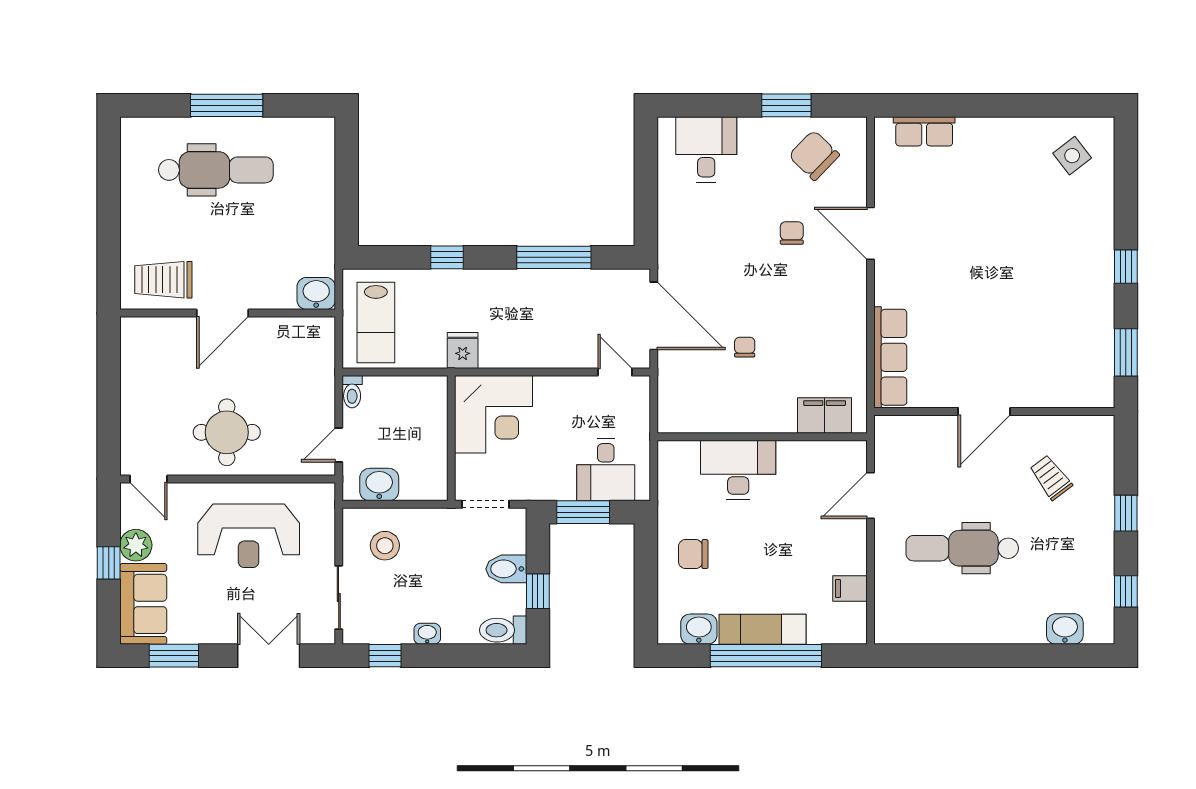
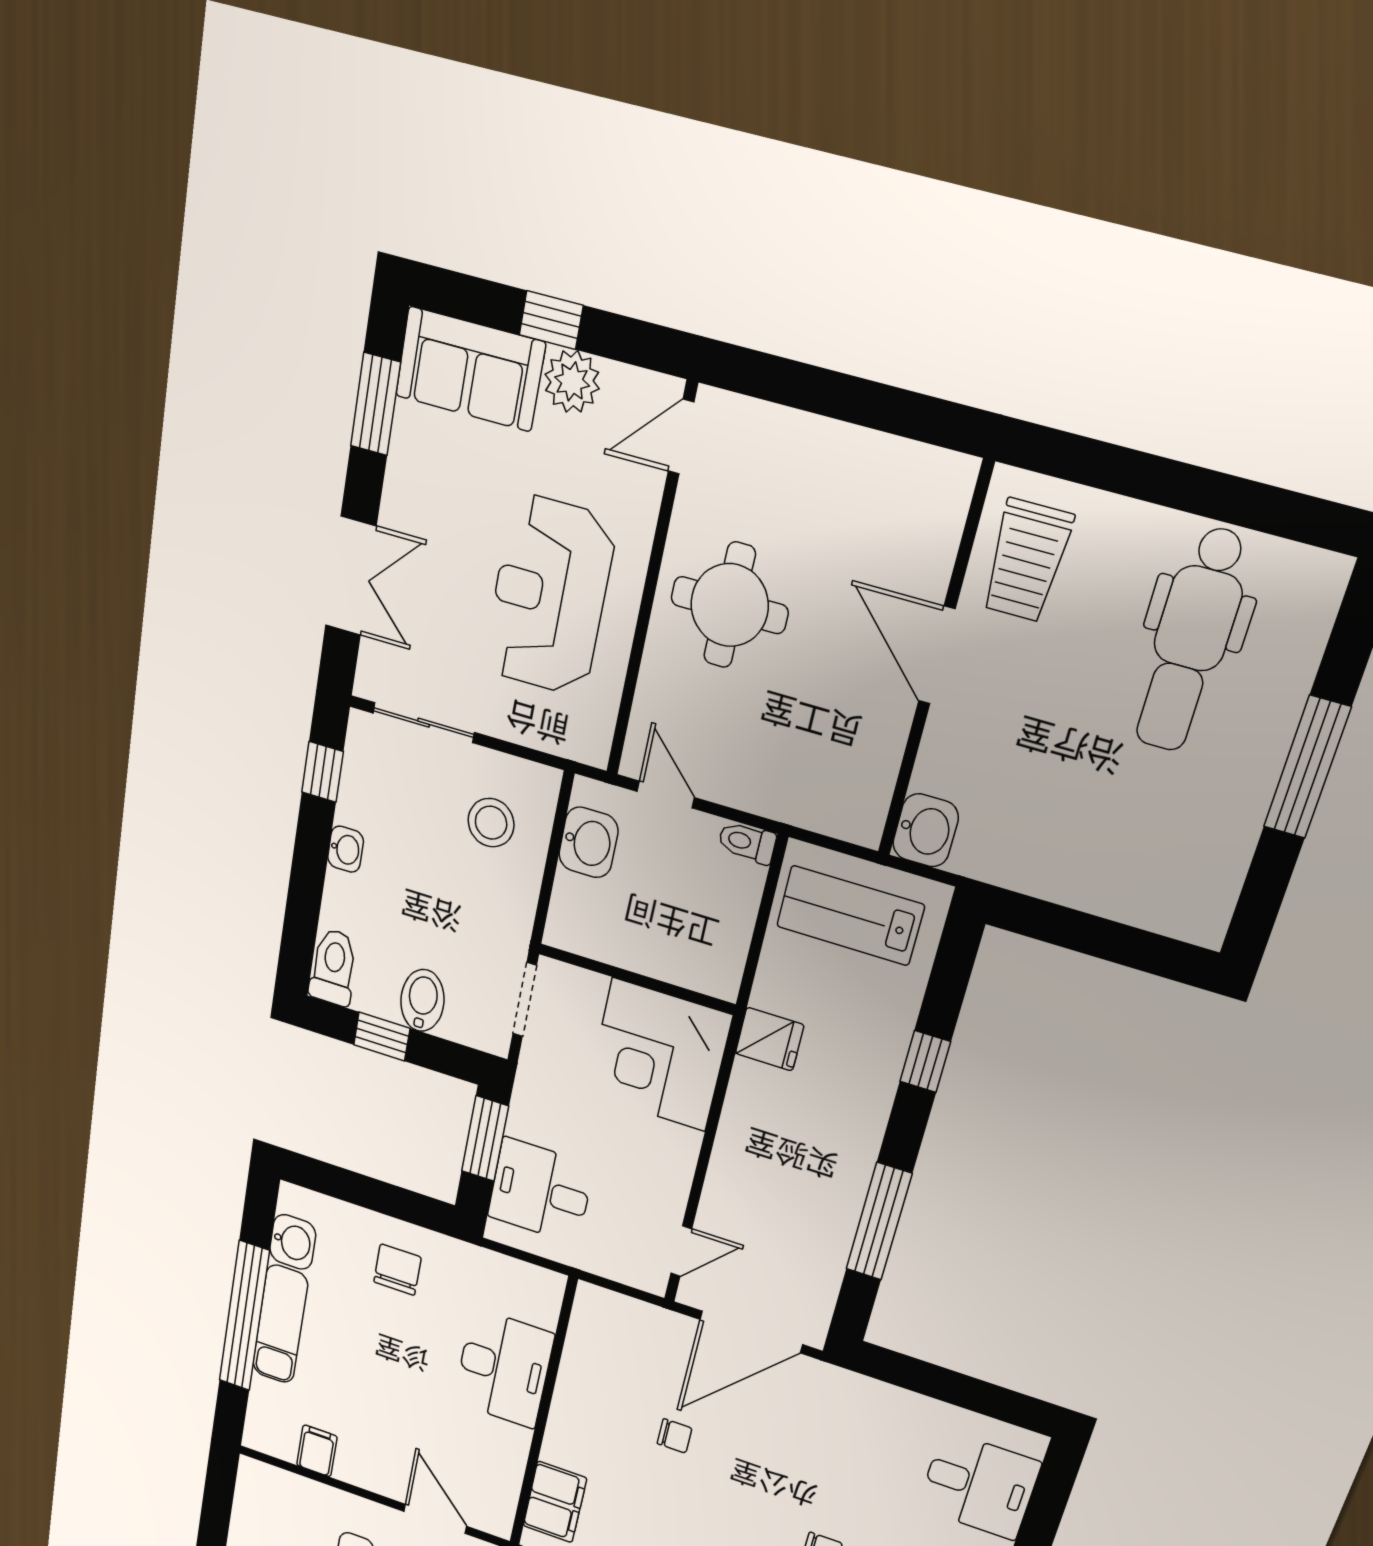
dental chair: (216, 170) -> (1191, 640), moved
trolley: (163, 280) -> (1026, 561), turned 180

